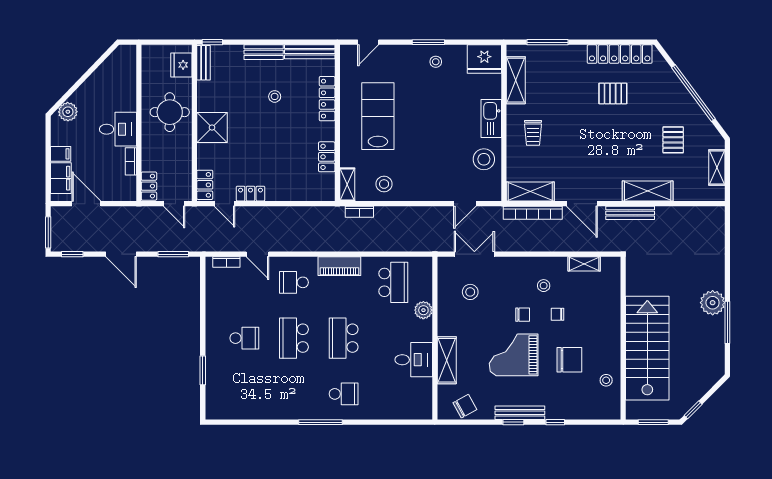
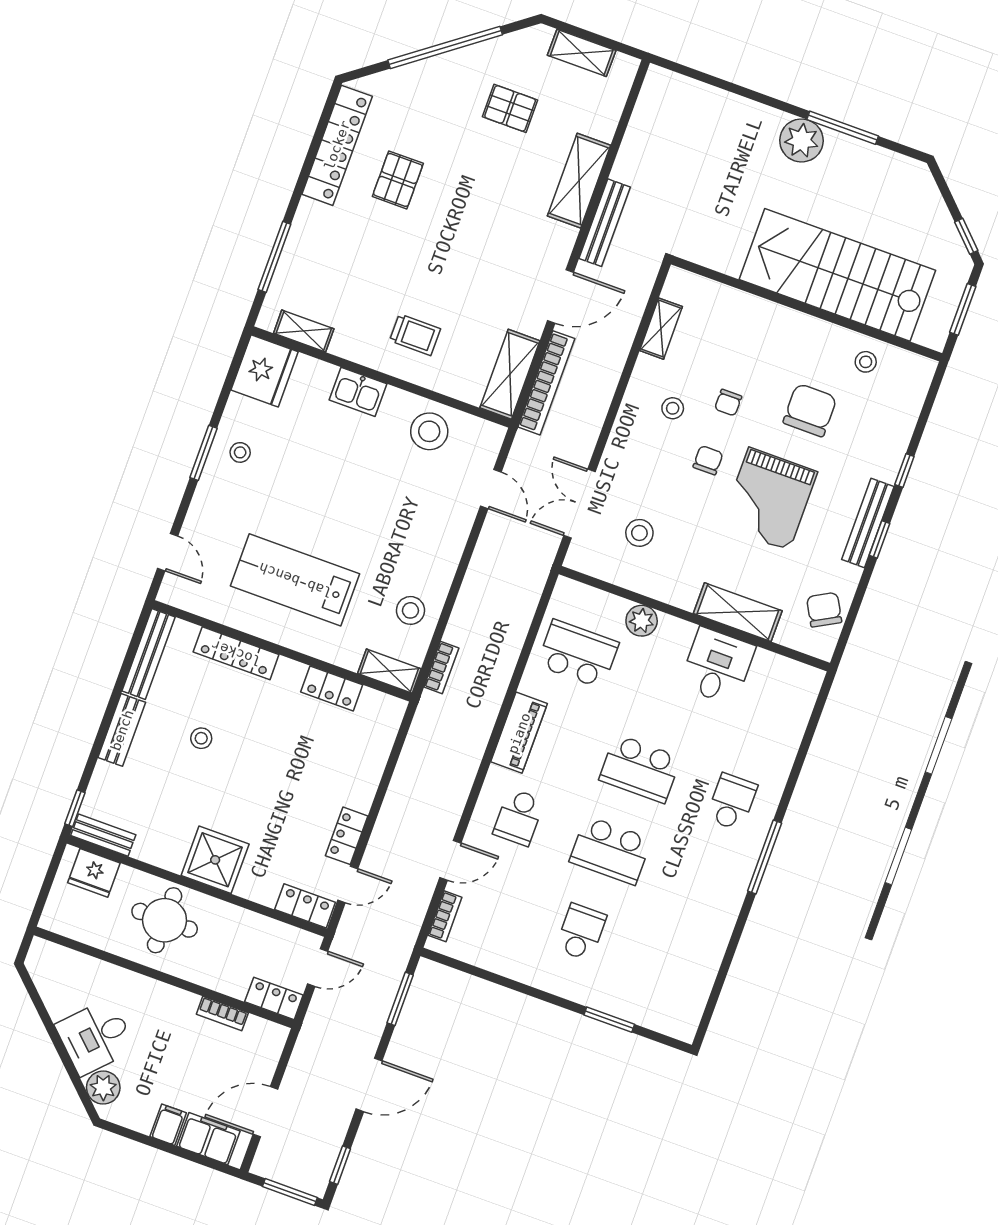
shelving: (516, 80) -> (304, 331), width x0.67, depth x0.75
kitchen sink: (491, 118) -> (358, 392), width x0.73
desk: (118, 129) -> (96, 1037), moved, turned -136

